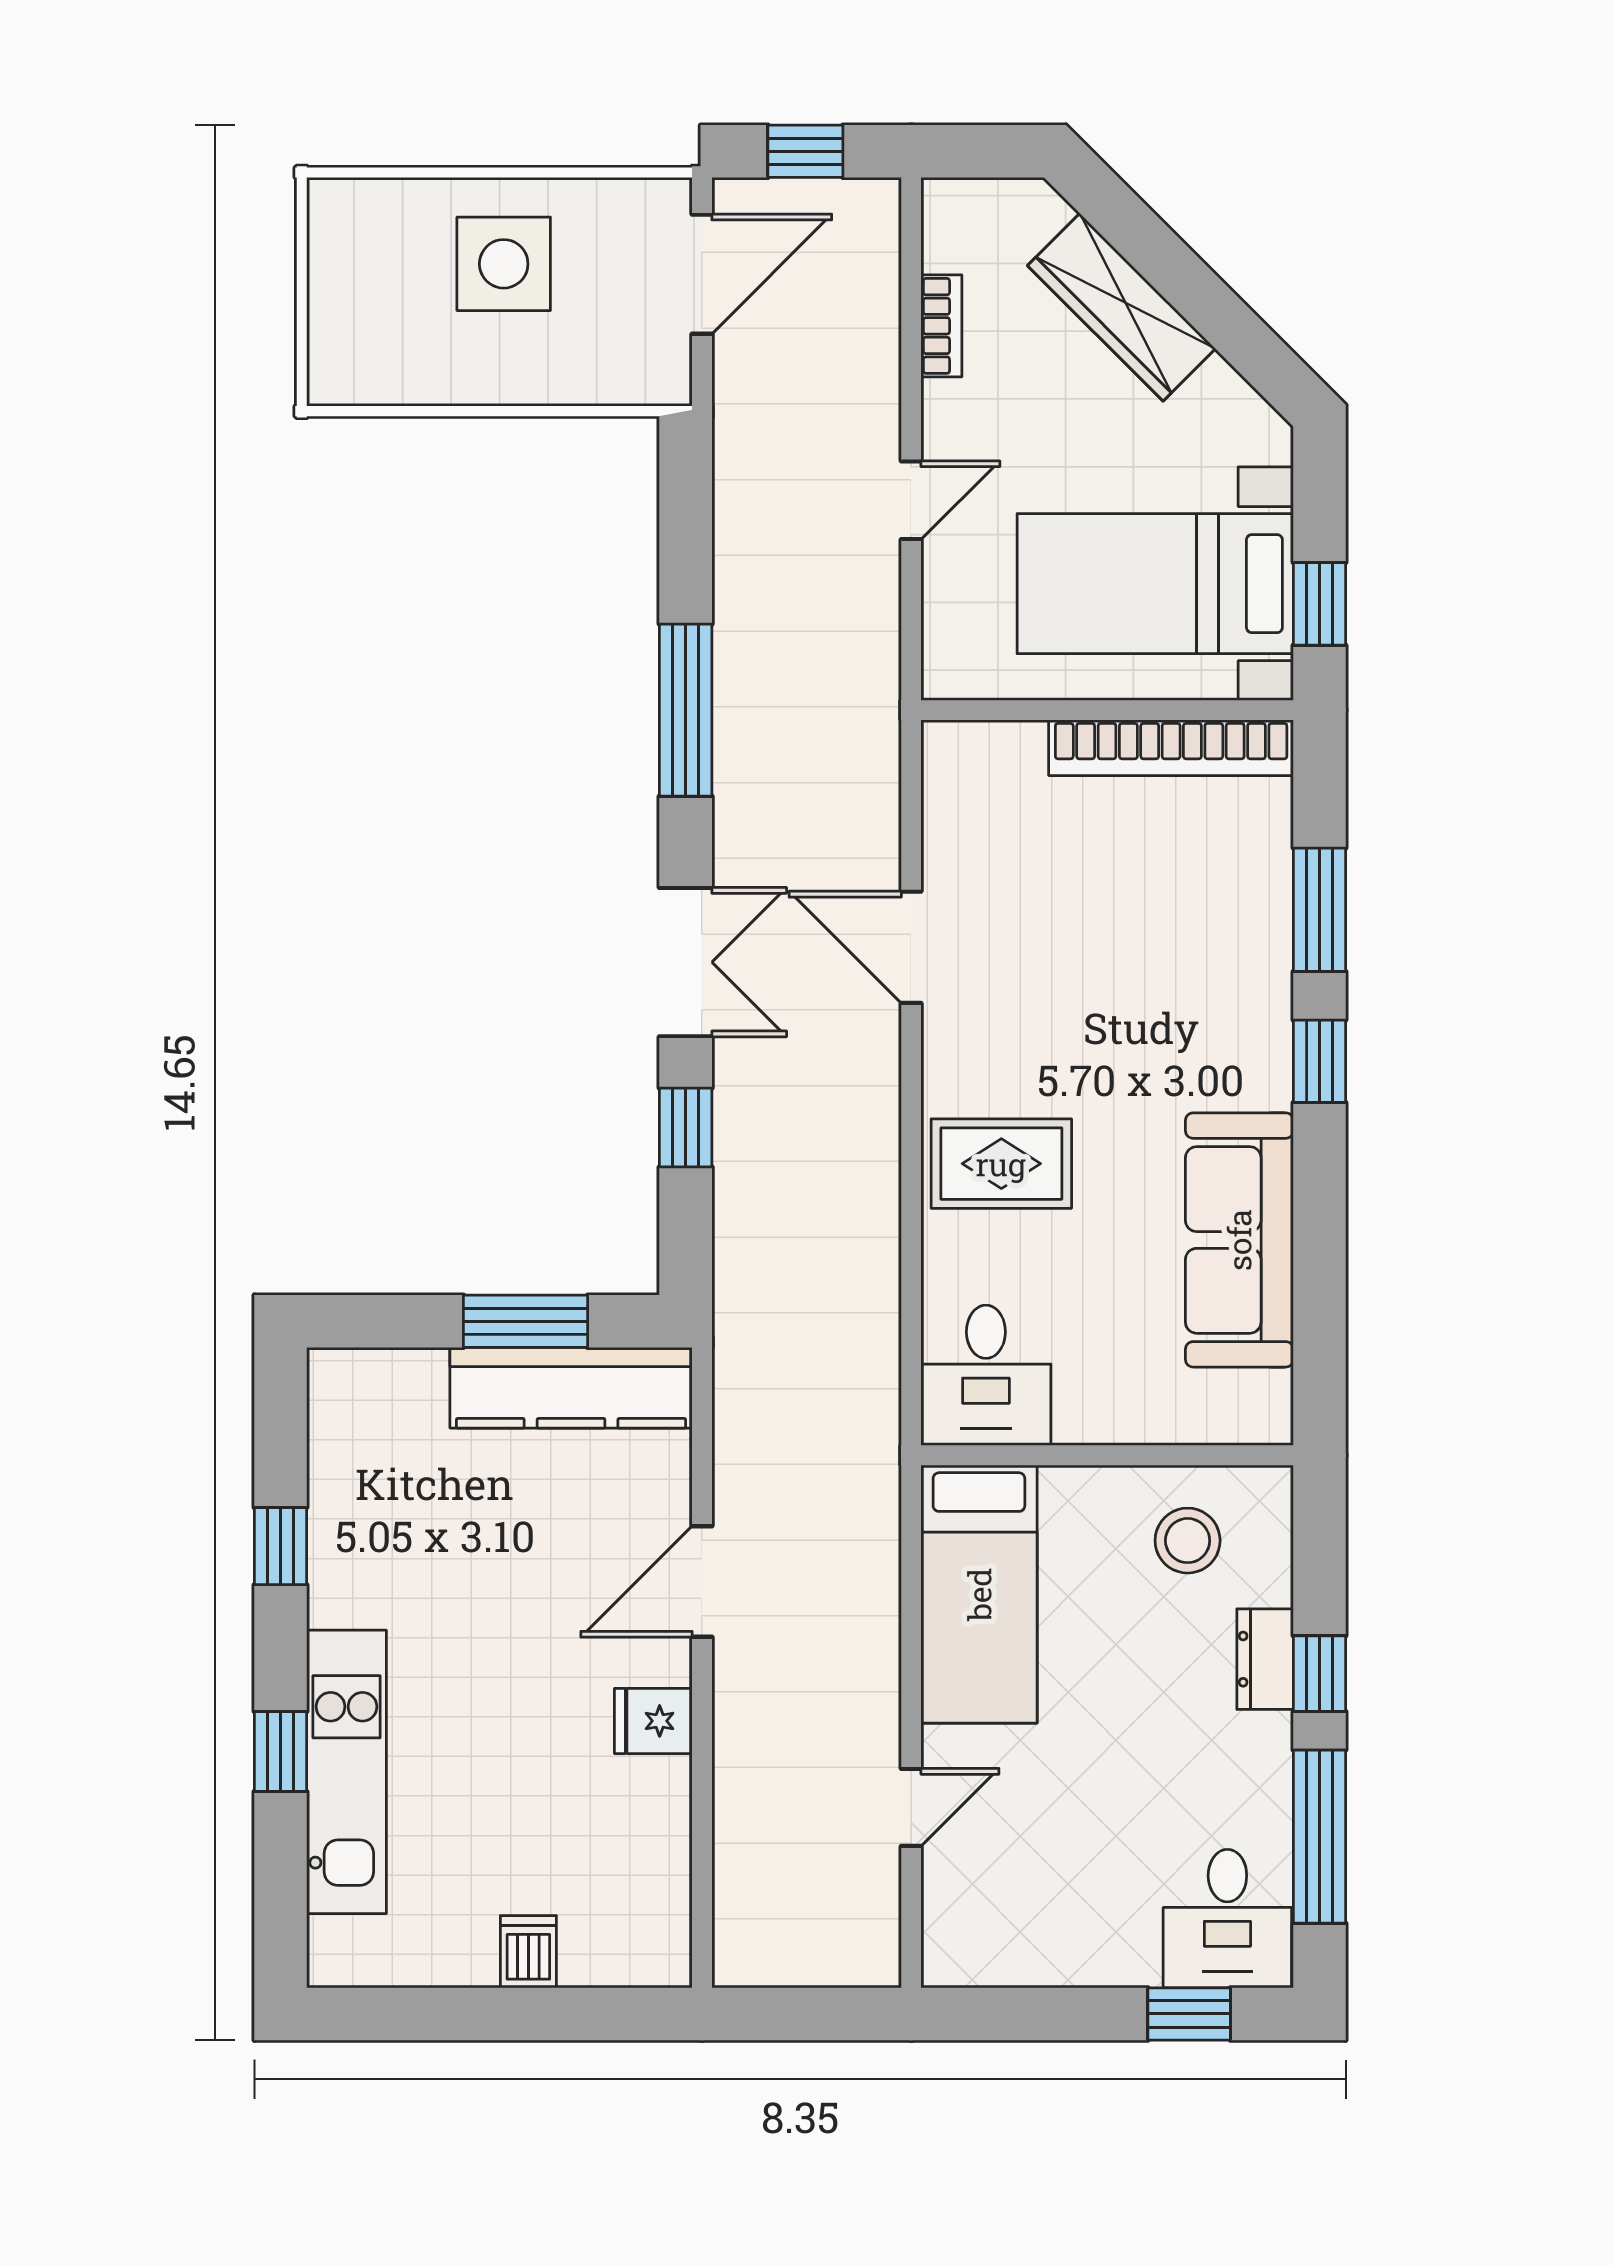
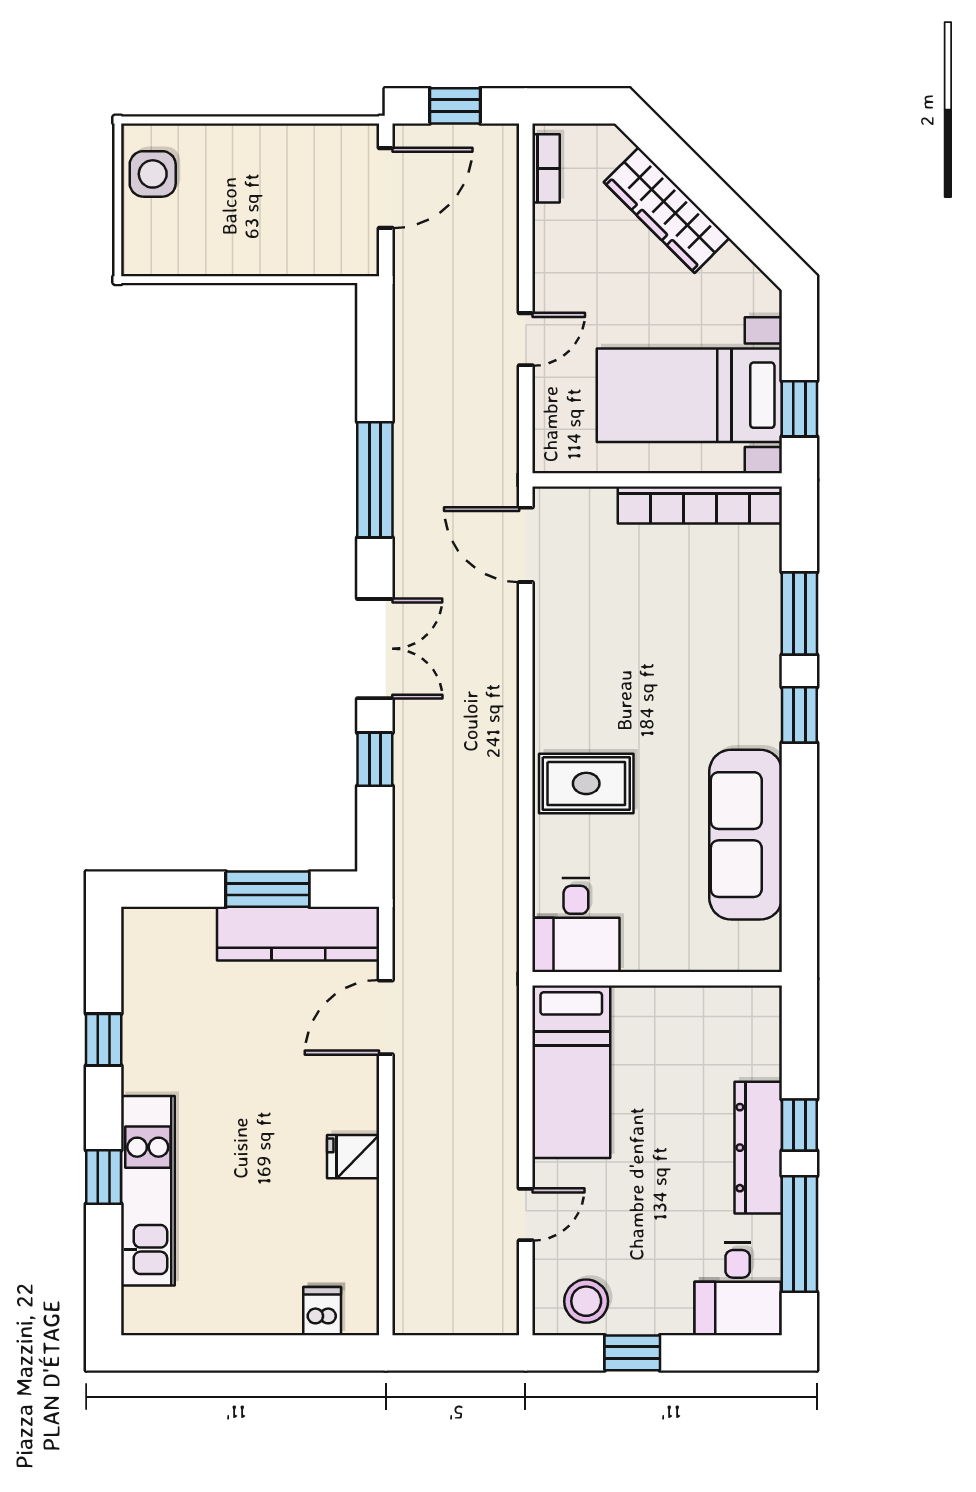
side table: (504, 264) -> (153, 174), moved, width x0.73, depth x0.73
bookcase: (941, 326) -> (546, 168), moved
door: (911, 947) -> (526, 545), moved
stool: (1188, 1541) -> (586, 1301), moved
door: (702, 1582) -> (386, 1017), moved
dresser: (1265, 1659) -> (758, 1148), width x1.96, depth x1.24
dishwasher: (528, 1952) -> (322, 1311), moved
window: (1189, 2014) -> (632, 1353), moved

